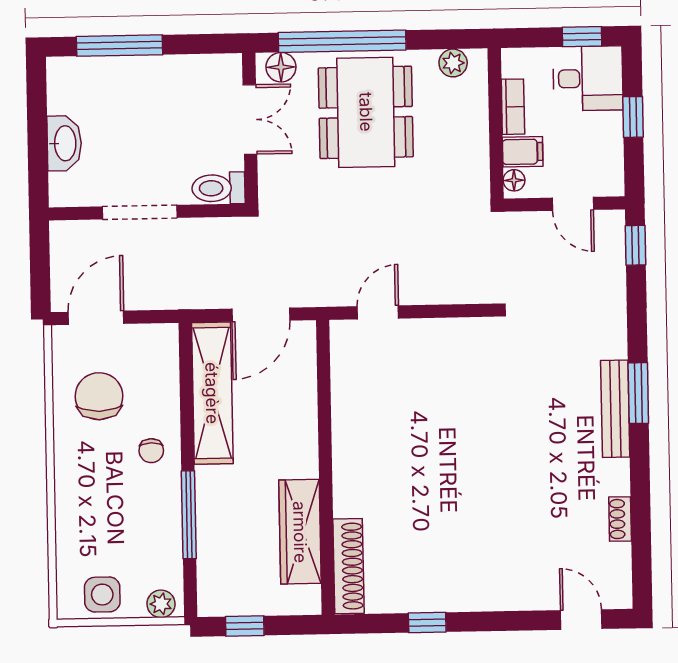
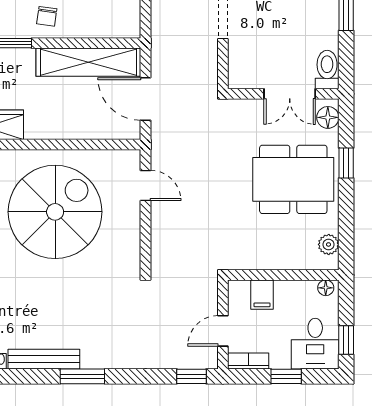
window: (342, 41) -> (346, 163), width x0.32
bookcase: (513, 107) -> (248, 361), moved, turned 180
floor lamp: (514, 180) -> (326, 288), moved
toilet: (218, 188) -> (327, 70), moved
bench: (615, 409) -> (44, 359), moved
spiral stairs: (416, 434) -> (55, 212), added
chair: (151, 451) -> (47, 16), turned -82

